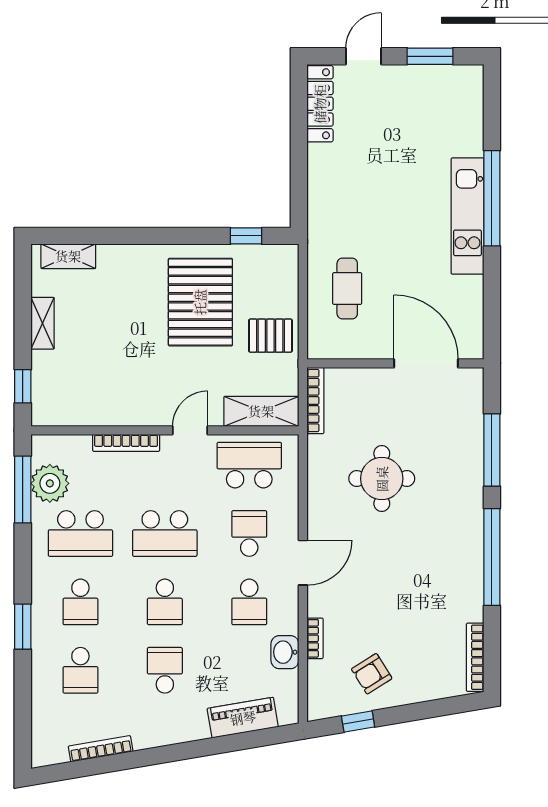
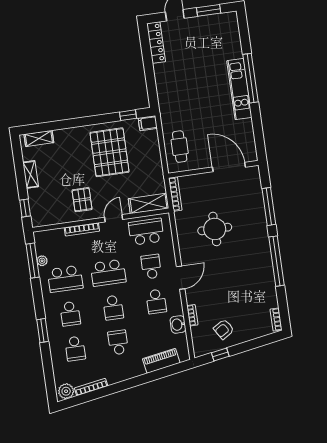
filing cabinet: (282, 257) -> (148, 123), added
cafe table: (347, 289) -> (180, 147), moved
pallet: (270, 336) -> (82, 200), moved, turned 90
plant: (50, 483) -> (42, 261), width x0.53, depth x0.53
bookcase: (475, 657) -> (276, 320), width x0.64
plant: (51, 750) -> (66, 391), added

